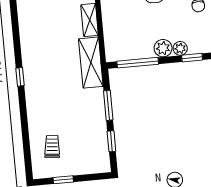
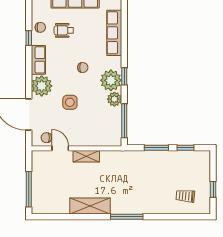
plant: (180, 48) -> (111, 80), width x1.88, depth x1.88
shelving: (91, 63) -> (90, 206), moved
window: (20, 77) -> (127, 217), width x2.17

